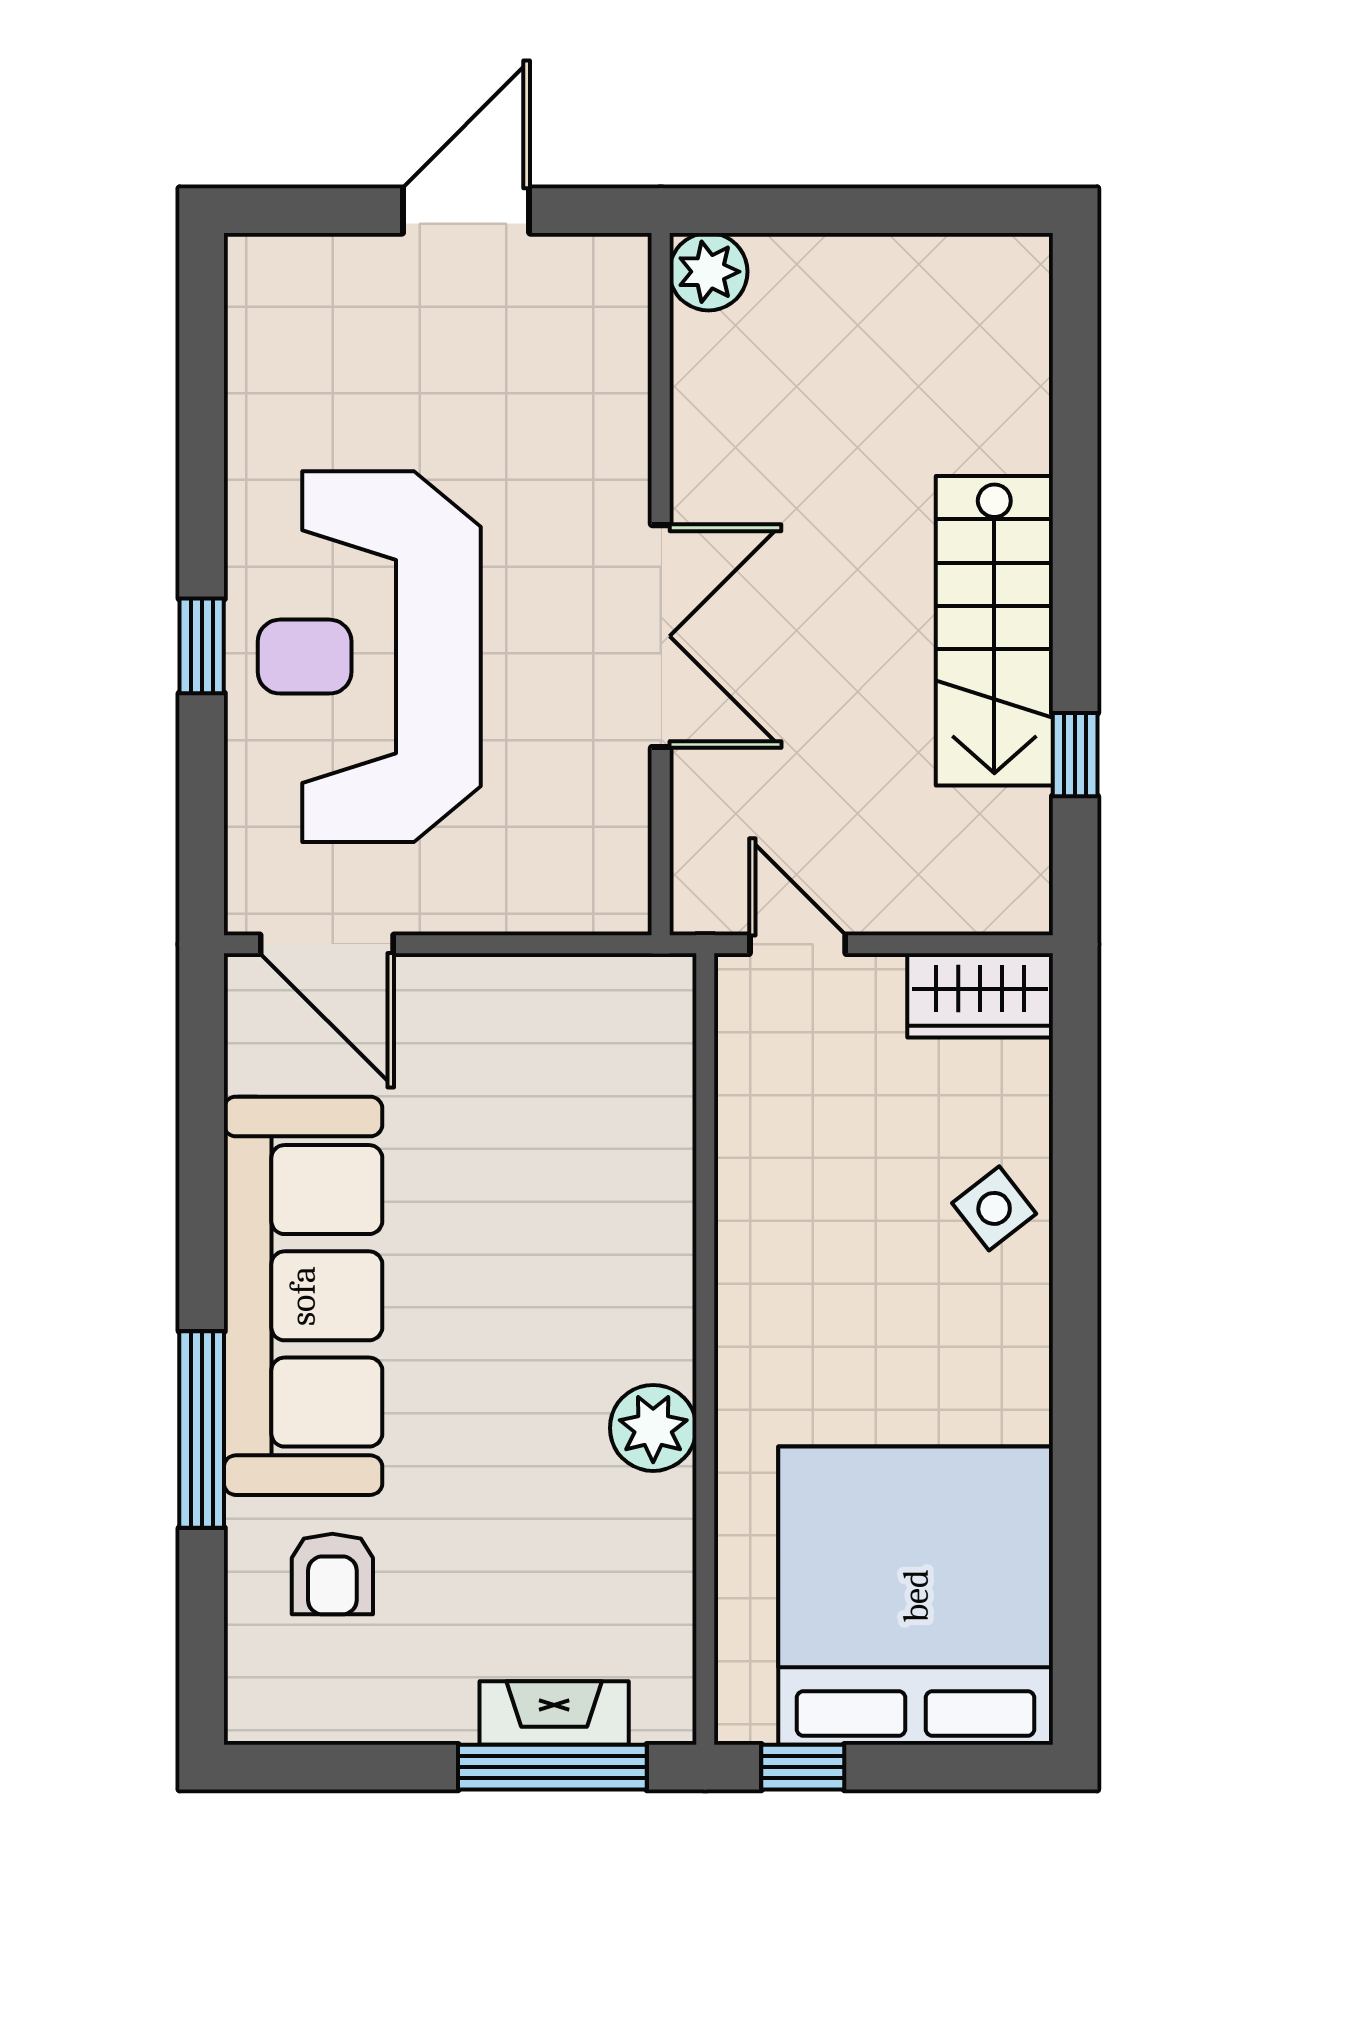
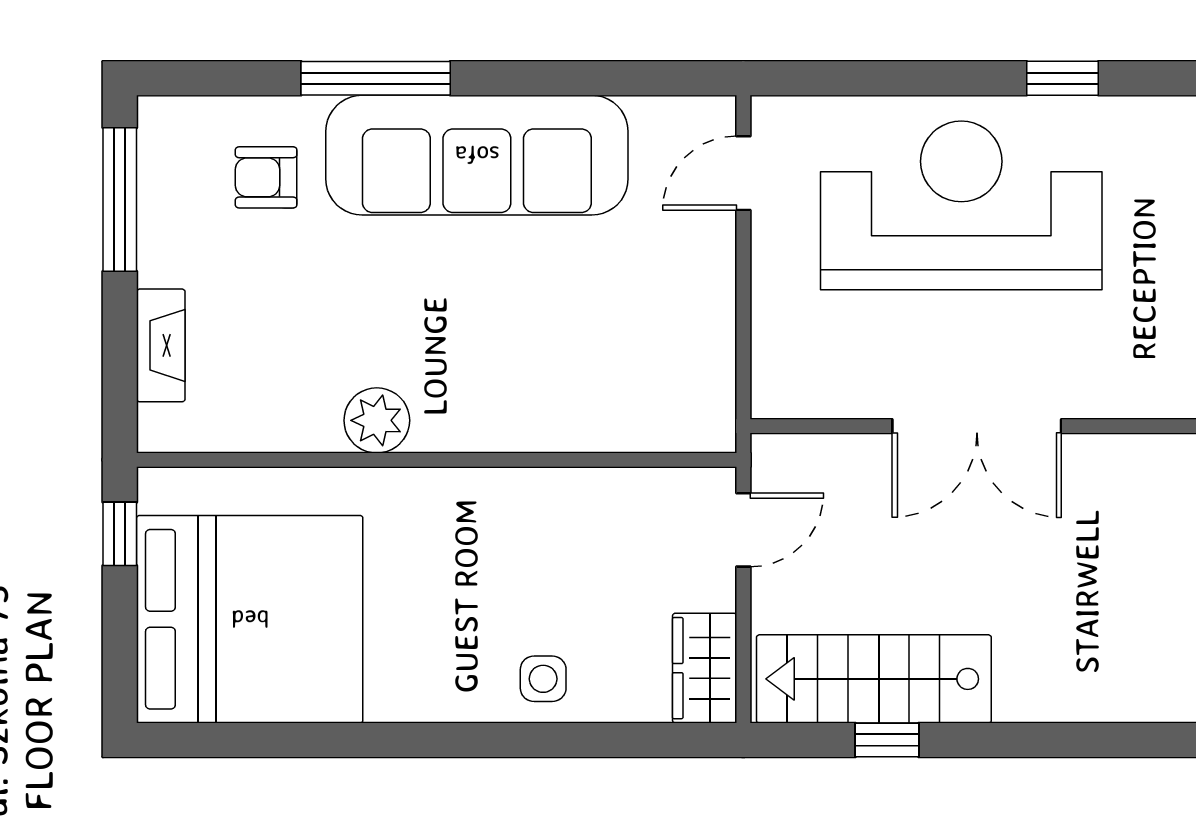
stairs: (994, 631) -> (874, 679), moved
window: (202, 646) -> (1063, 78), moved
door: (327, 944) -> (743, 173), width x0.73
side table: (994, 1208) -> (543, 679), turned 38
window: (552, 1767) -> (120, 200), moved

